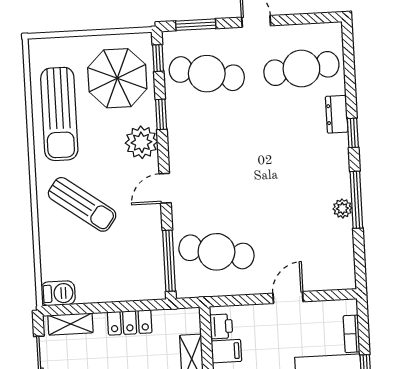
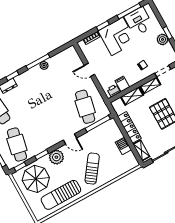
sun lounger: (59, 114) -> (61, 195), turned 180
barbecue: (58, 293) -> (123, 146), moved
locker: (130, 322) -> (129, 127), width x1.53

